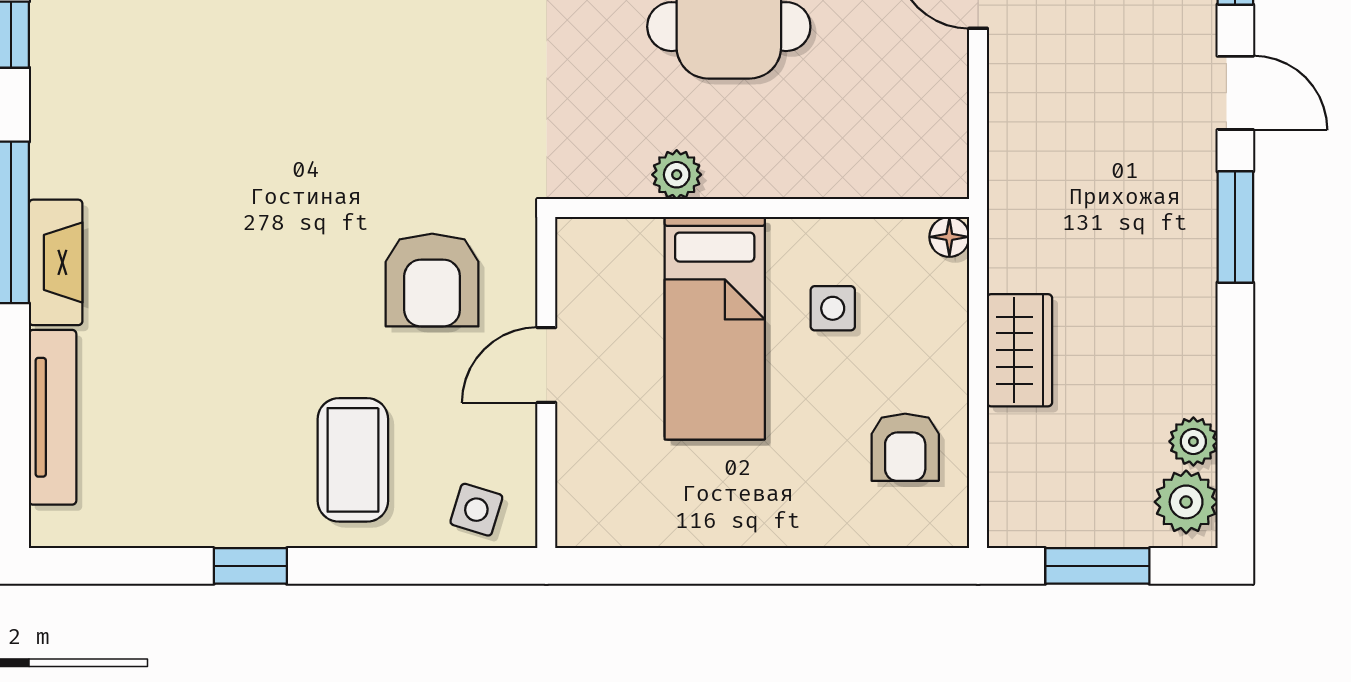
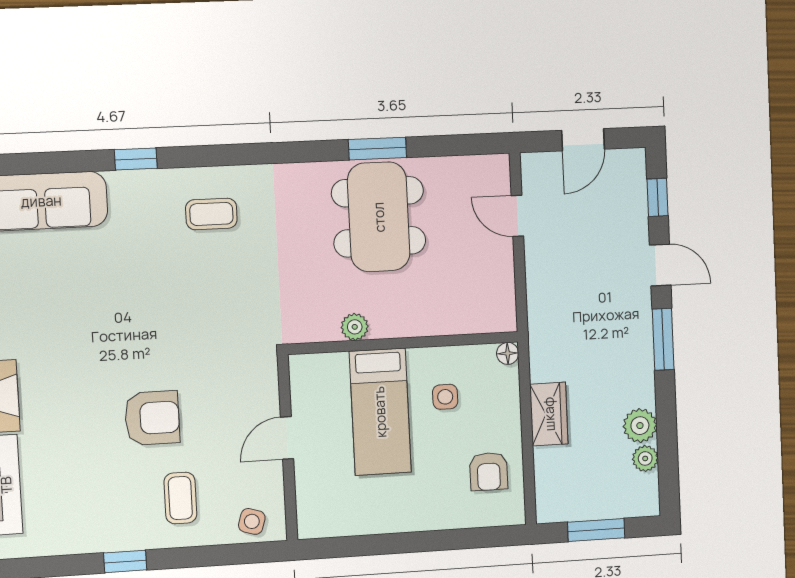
armchair: (432, 280) -> (152, 418), moved, turned -90
coffee table: (353, 460) -> (180, 498), width x0.73, depth x0.77
plant: (1186, 502) -> (640, 426), moved

